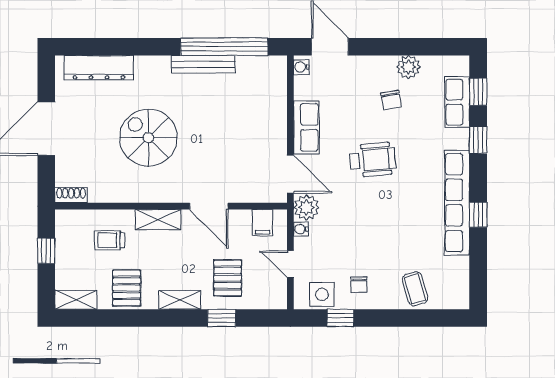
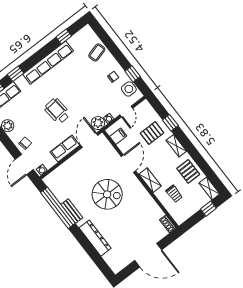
bench: (203, 64) -> (72, 211), width x0.73
dresser: (99, 68) -> (95, 238), moved
chair: (391, 100) -> (25, 143), moved
spiral stairs: (148, 138) -> (107, 194), moved, turned -90
window: (478, 215) -> (64, 36), moved
window: (46, 251) -> (208, 209), moved
pallet: (127, 288) -> (188, 171), turned 90

